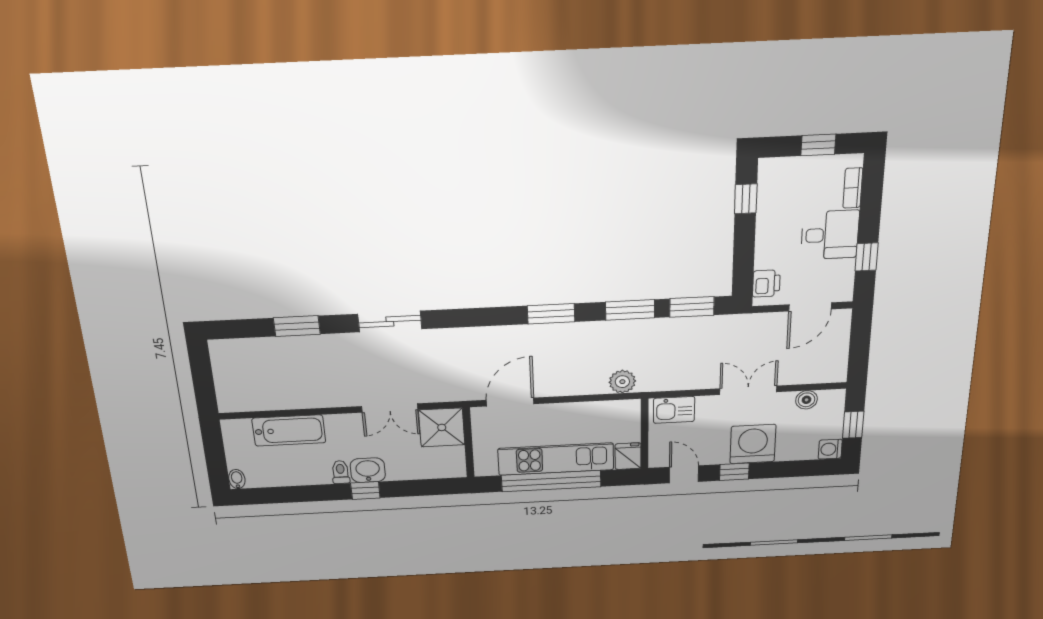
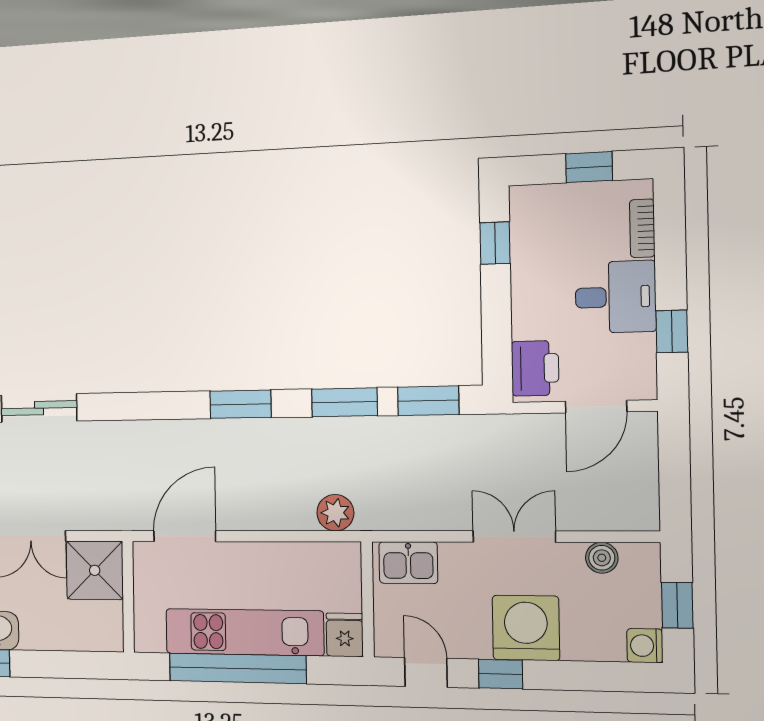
printer: (766, 284) -> (535, 368), width x1.36, depth x1.24

